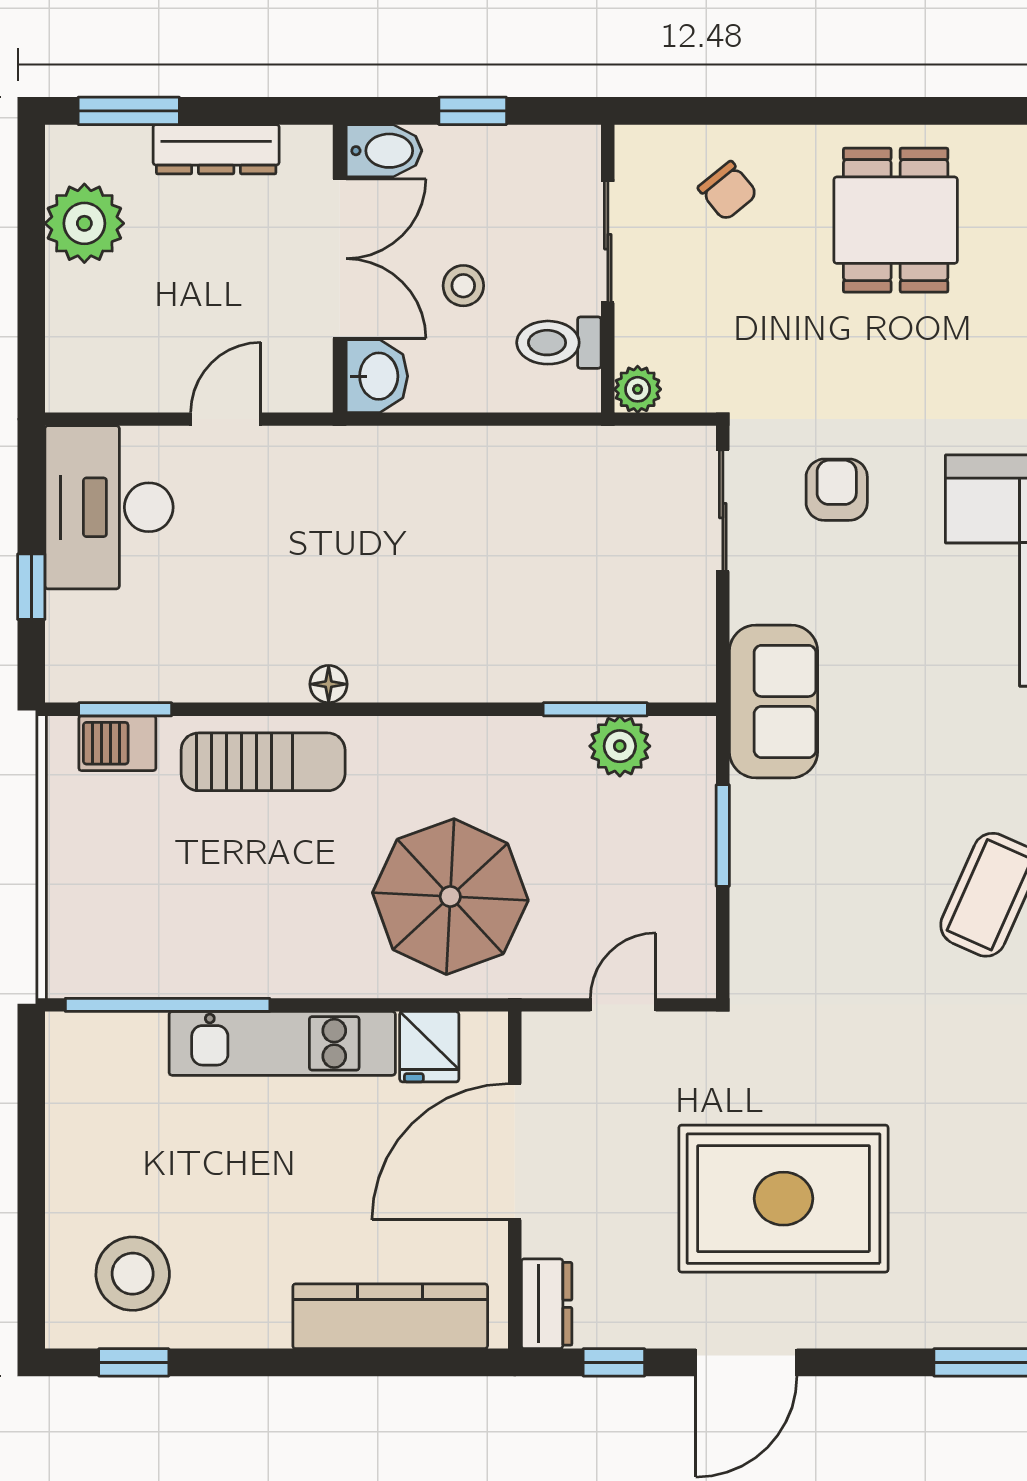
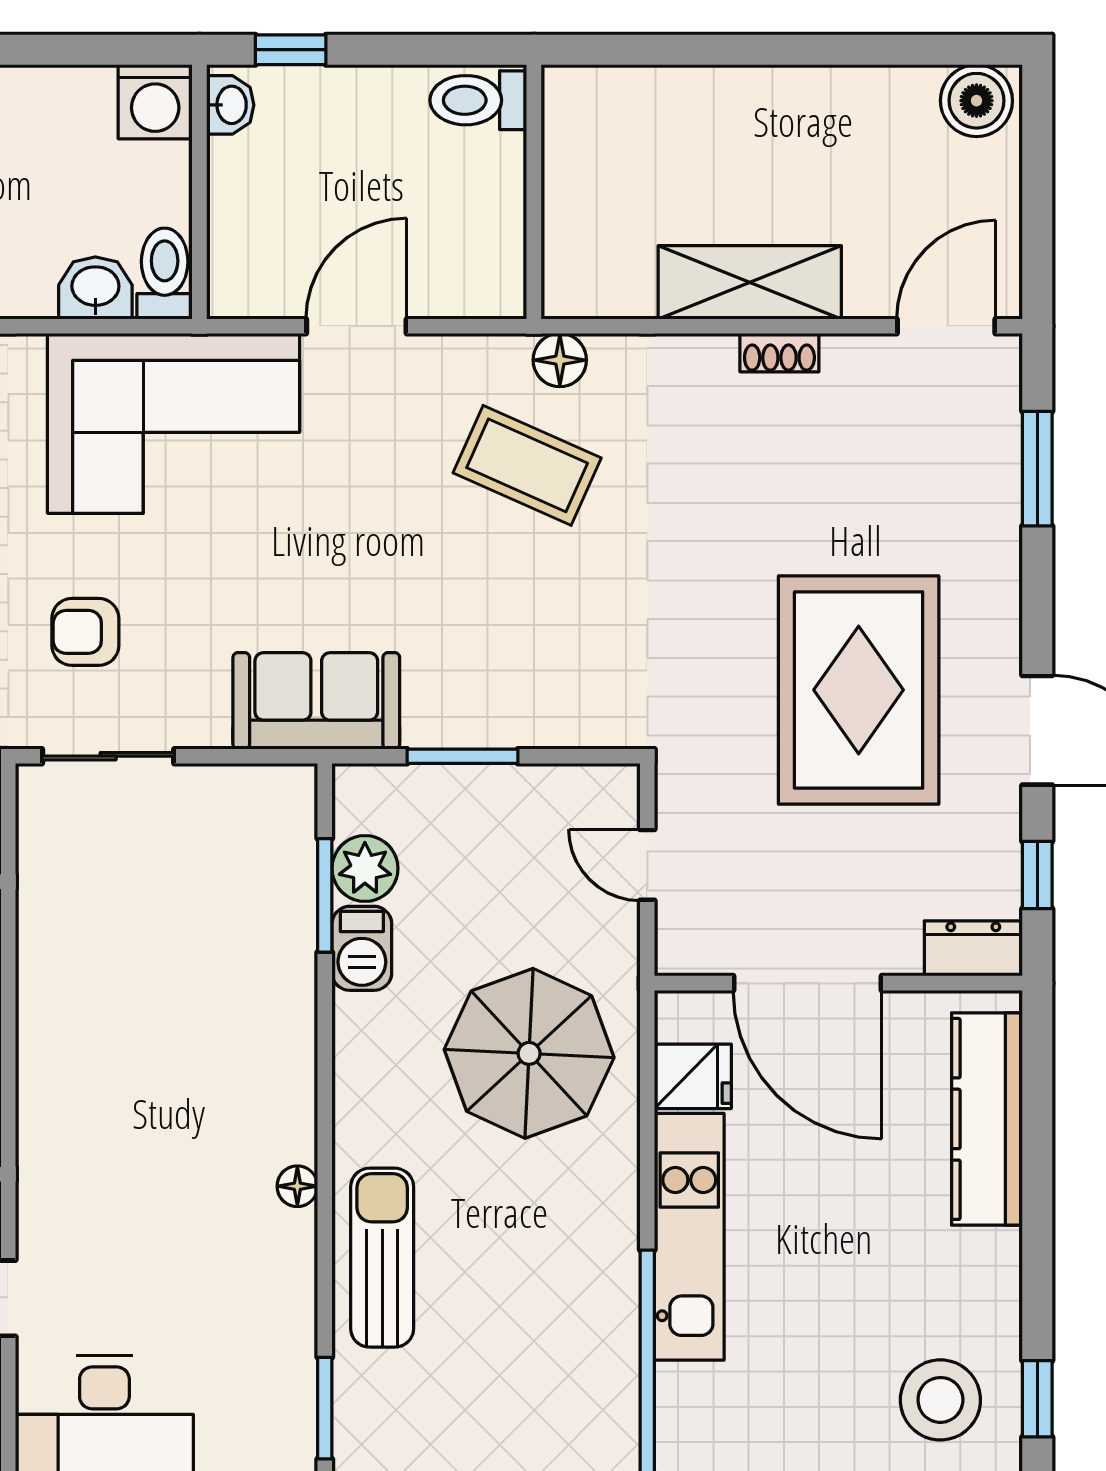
barbecue: (117, 743) -> (362, 948), moved

